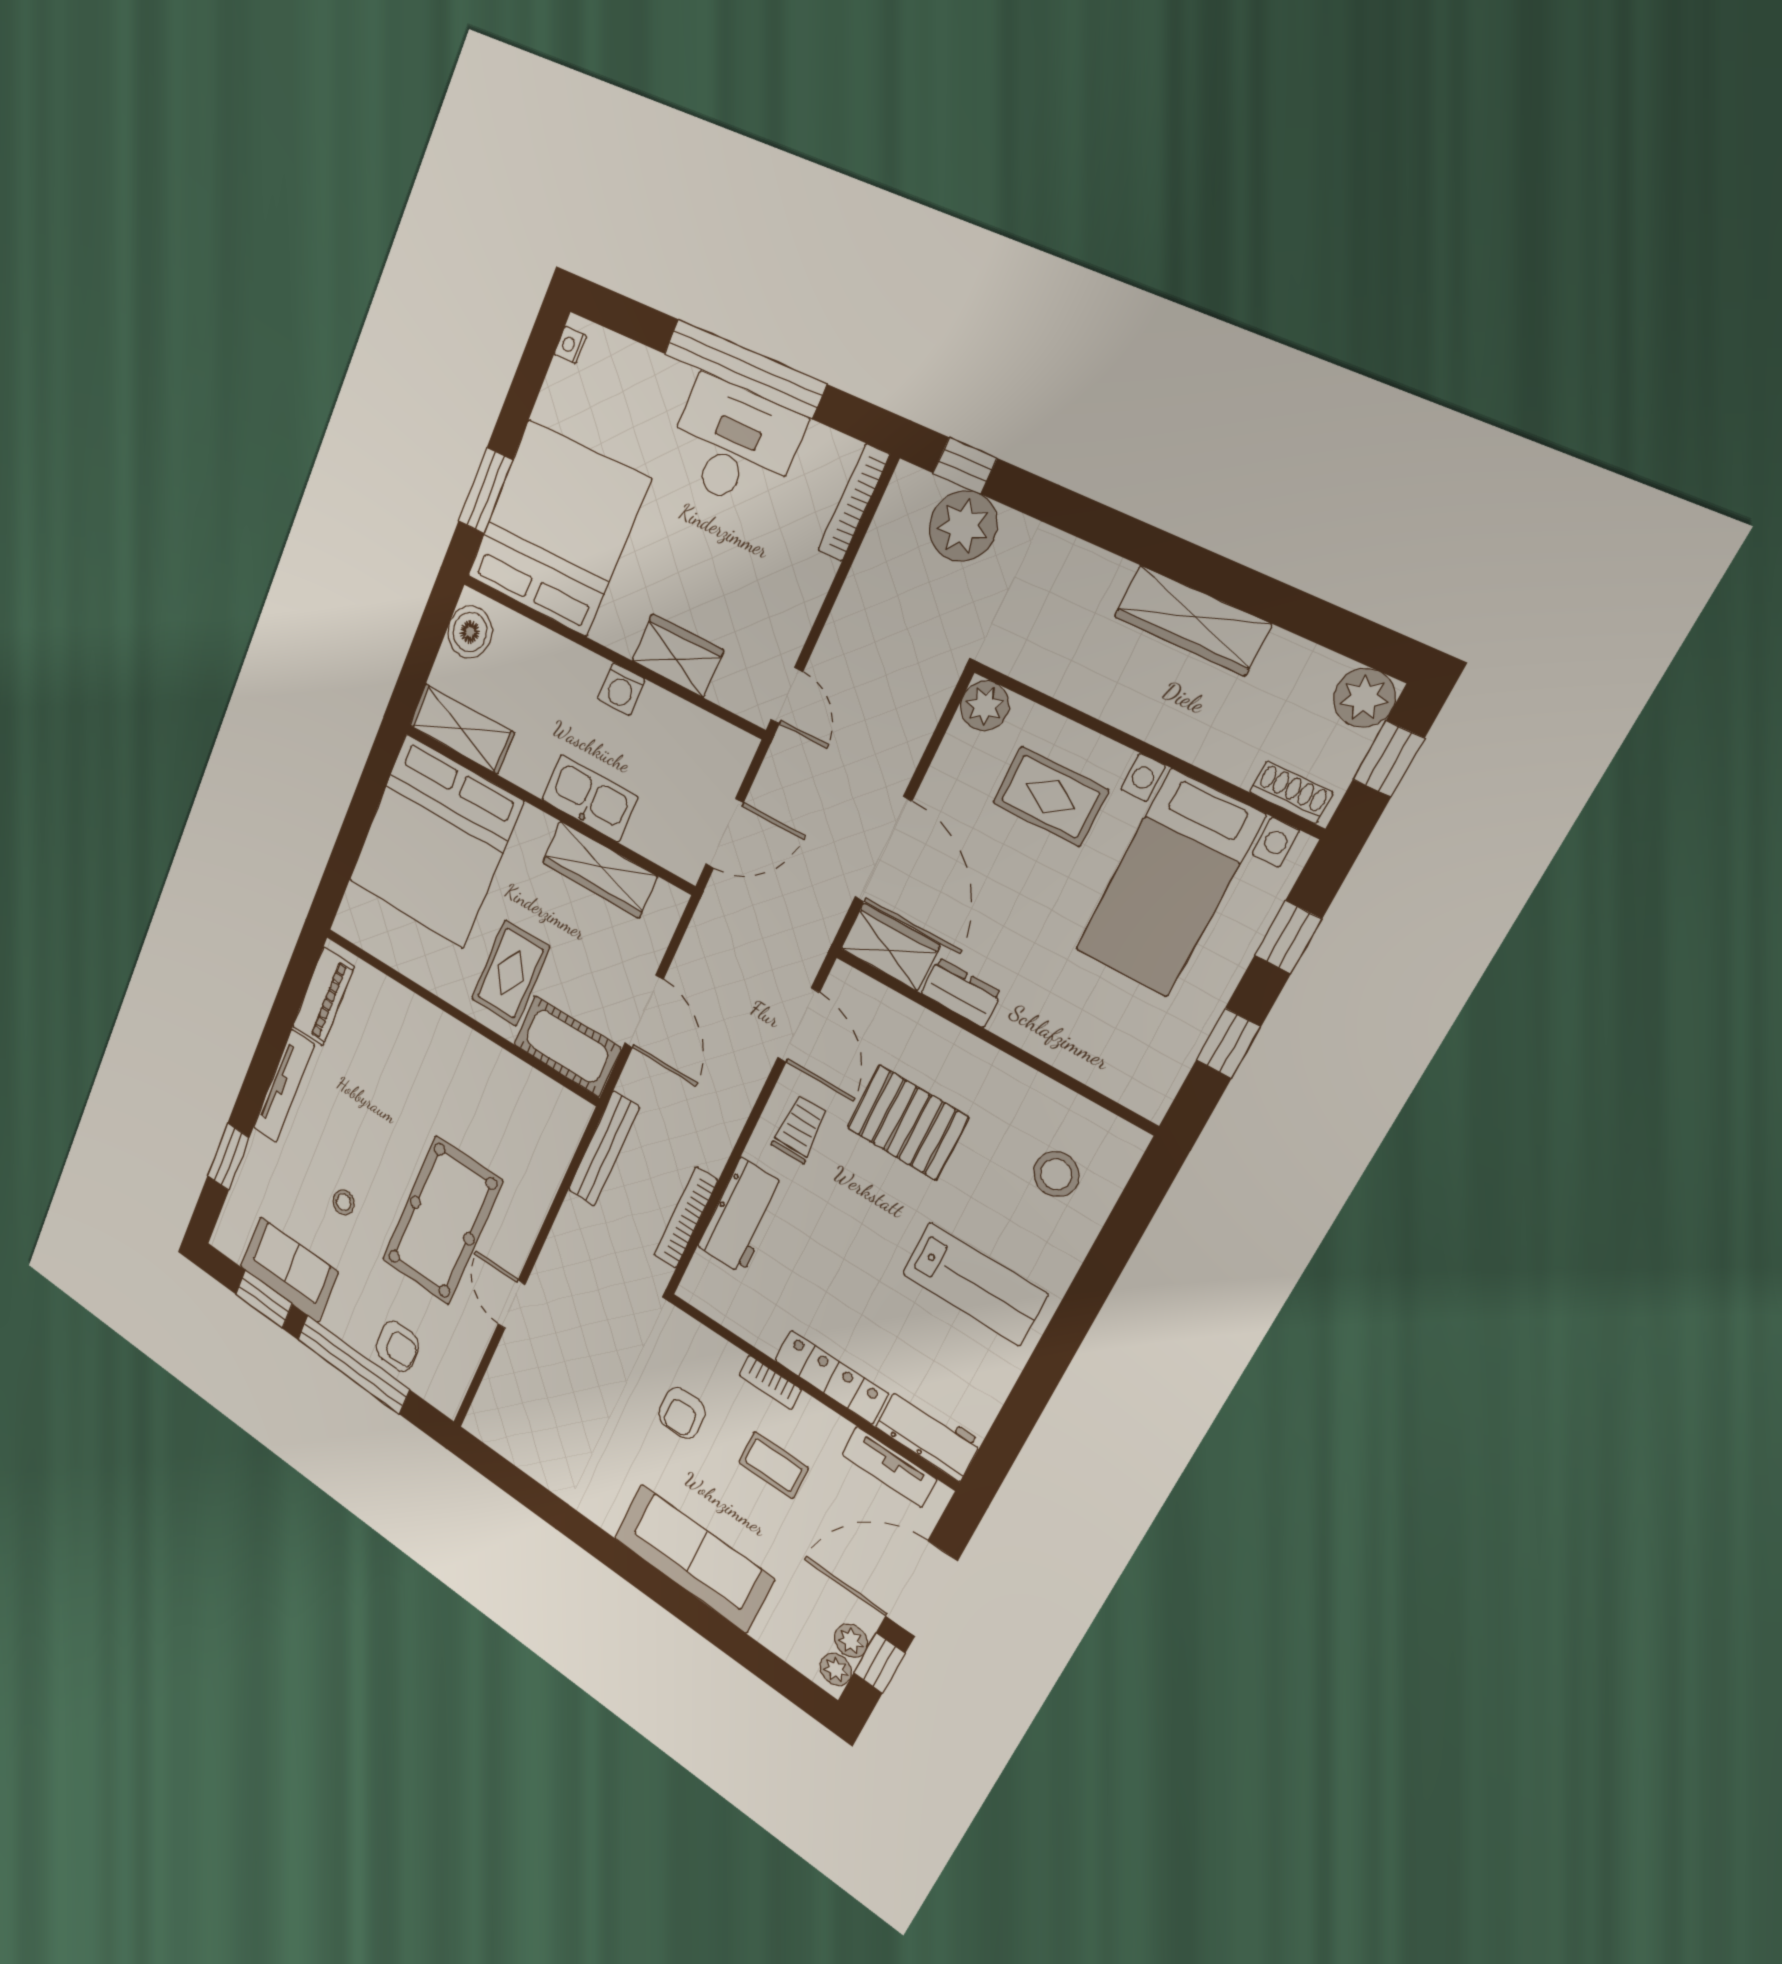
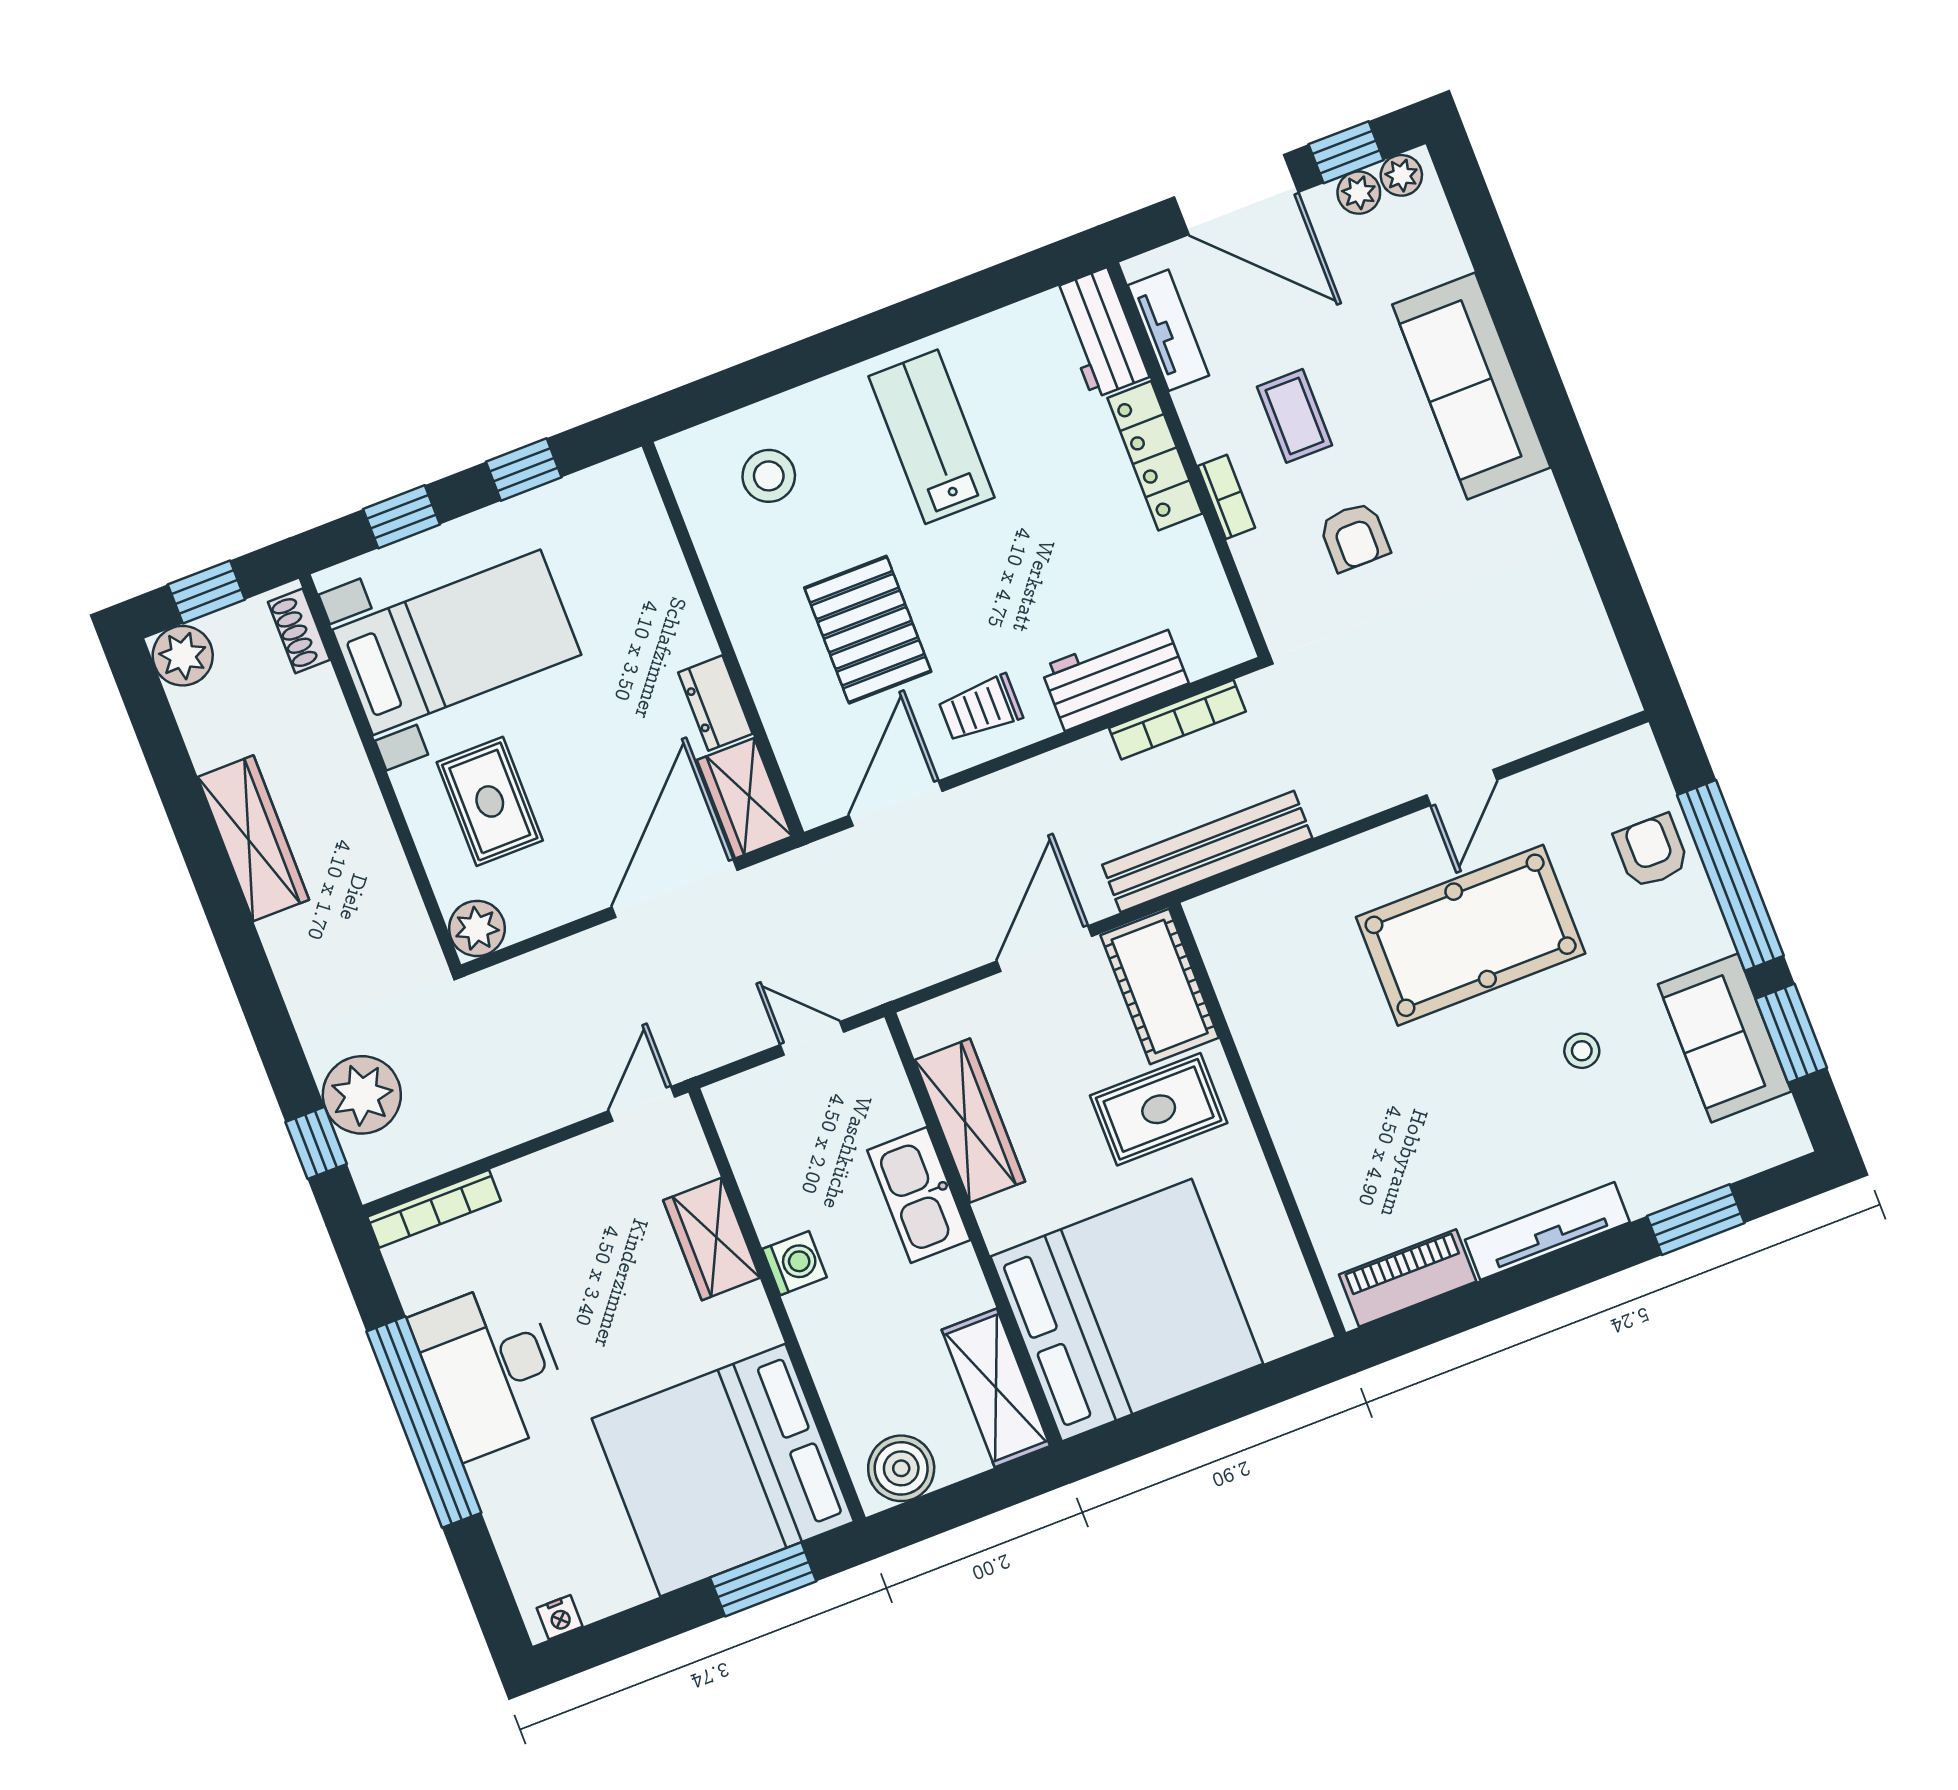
door: (724, 834) -> (812, 1038), width x0.73
bench: (604, 1149) -> (1207, 852), width x1.37, depth x1.21
armchair: (682, 1413) -> (1354, 537), turned 90

